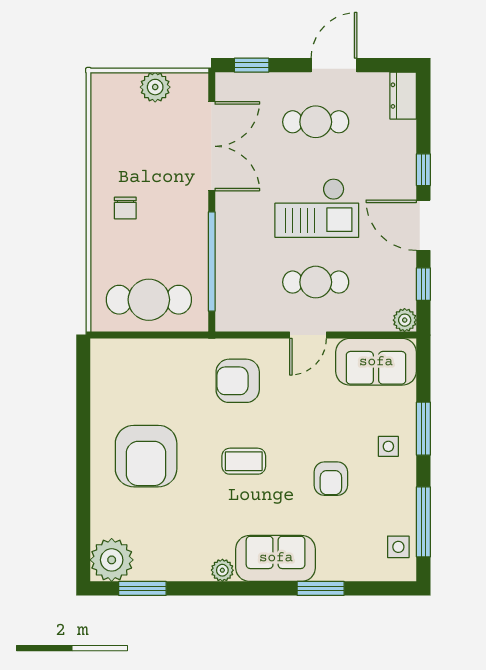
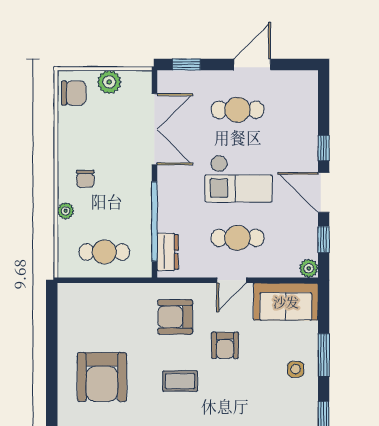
dresser: (403, 96) -> (168, 252), moved, turned 180
chair: (111, 101) -> (74, 93), added
plant: (101, 248) -> (66, 211), added
cafe table: (149, 300) -> (104, 252), width x0.73, depth x0.74
armchair: (331, 479) -> (225, 345), moved

